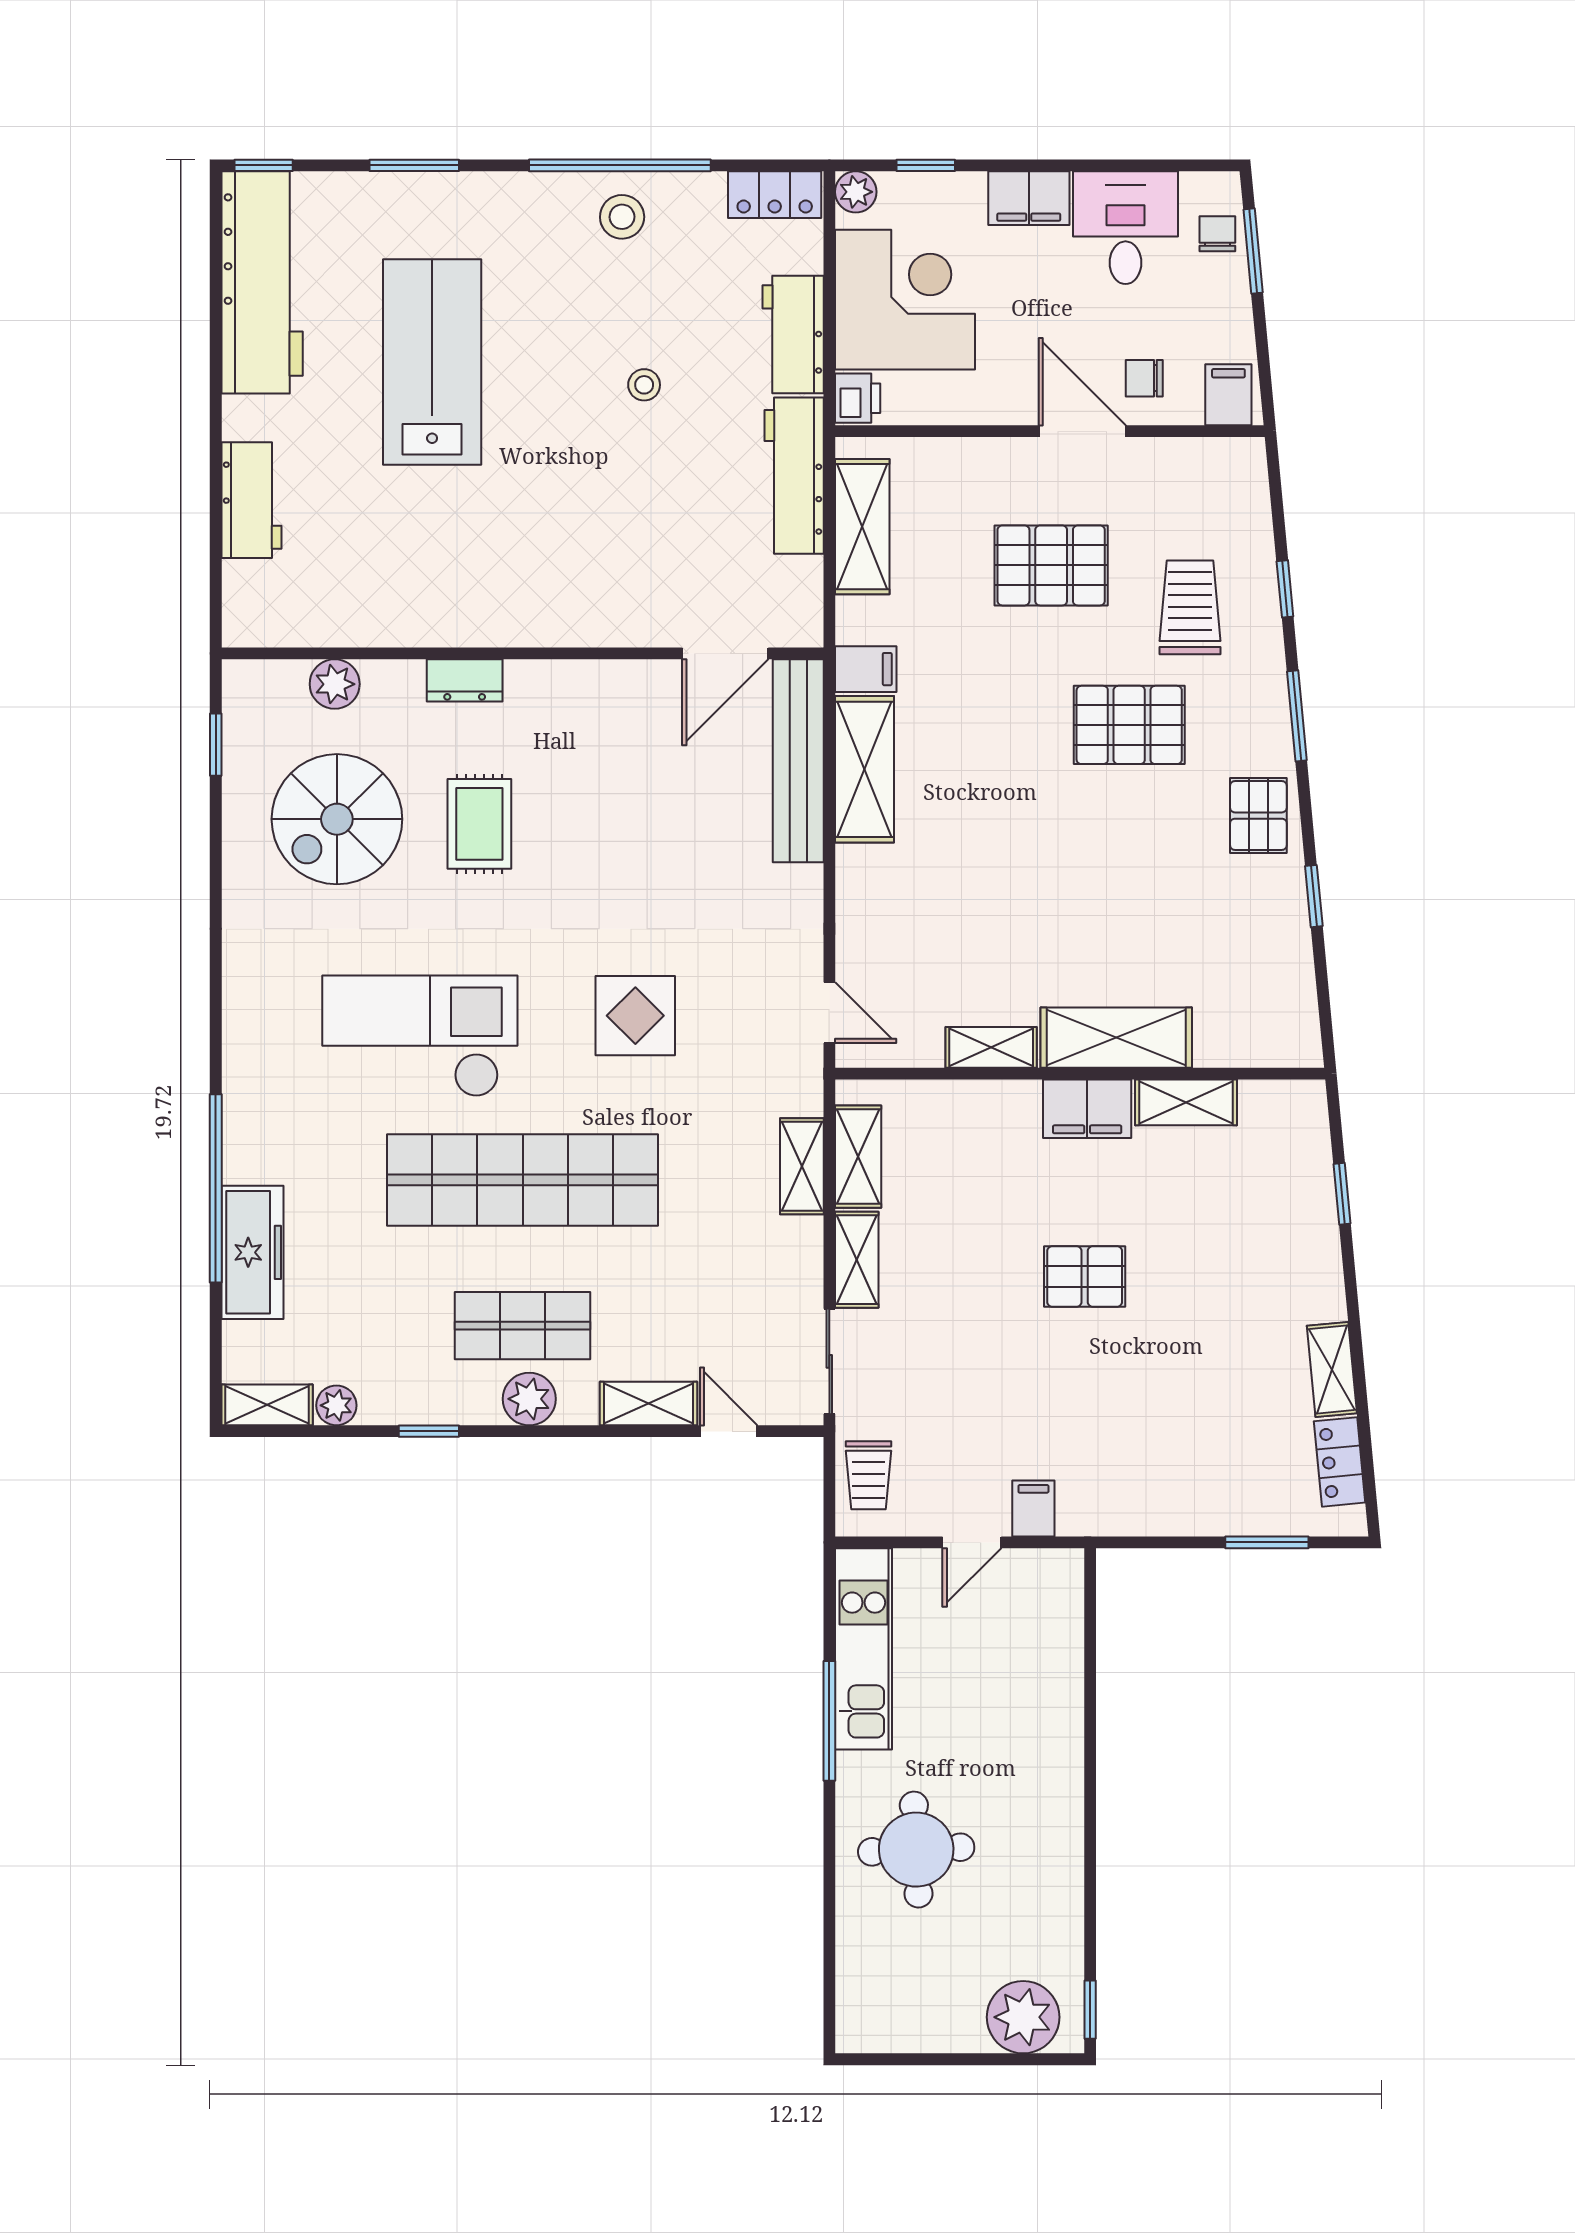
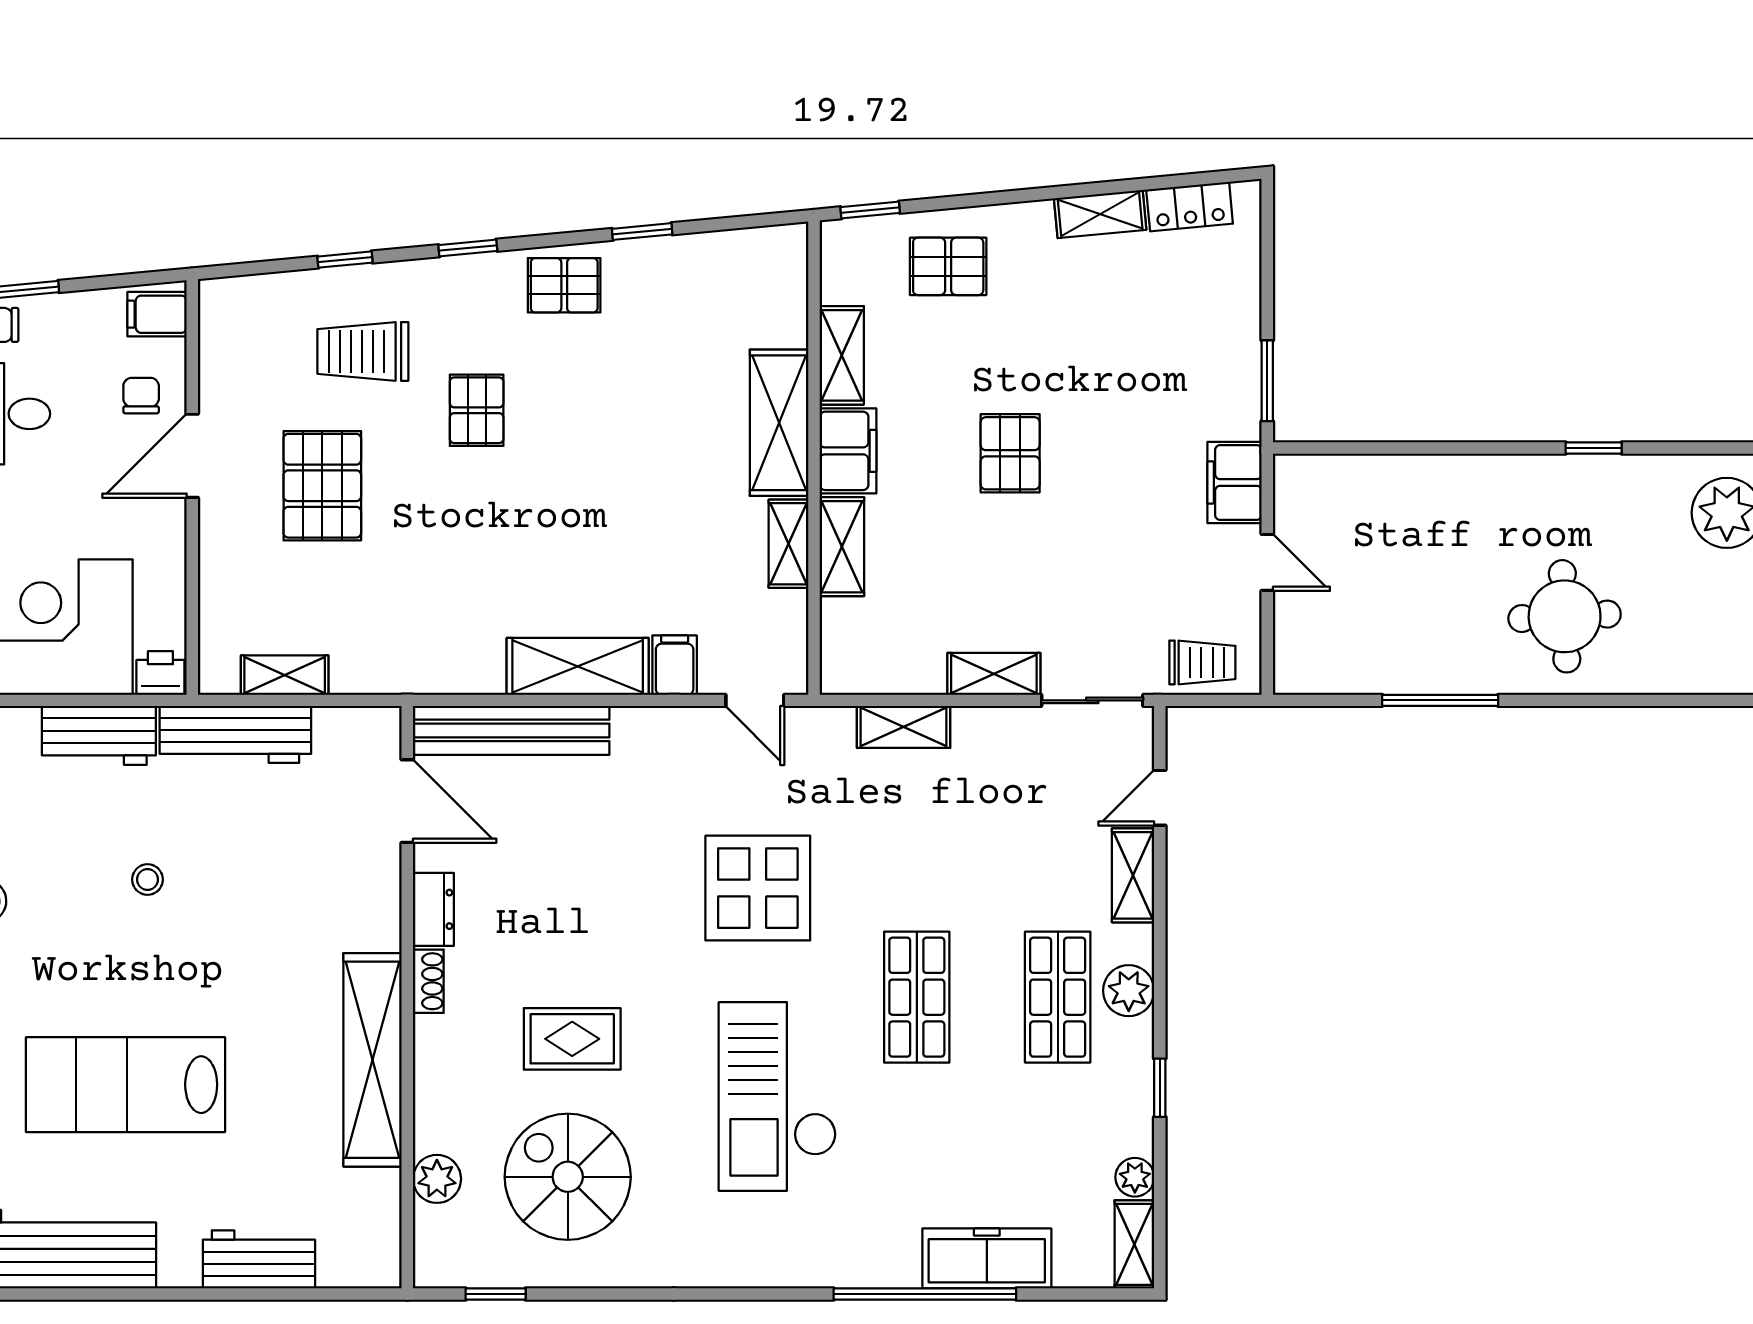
chair: (1144, 378) -> (141, 396), turned 180
shelving: (862, 527) -> (285, 675), width x0.67, depth x0.75
shelving: (458, 617) -> (373, 1060), added
filing cabinet: (866, 669) -> (675, 665), moved
shoe rack: (539, 675) -> (428, 981), added
dresser: (465, 680) -> (433, 909), moved
window: (1297, 716) -> (468, 248), width x0.67
pallet: (1129, 725) -> (477, 410), width x0.67, depth x0.71
shelving: (864, 769) -> (578, 666), moved
spiral stairs: (337, 819) -> (568, 1177), turned 180
door: (829, 1013) -> (755, 700), swing flipped
display table: (635, 1016) -> (758, 888), width x1.36, depth x1.36
shelving: (858, 1157) -> (842, 547), moved, turned 90
shop shelf: (523, 1180) -> (917, 997), width x0.50, depth x0.74
window: (1342, 1194) -> (870, 210), moved
pallet: (1278, 1212) -> (948, 266), added
filing cabinet: (1033, 1508) -> (1235, 483), width x2.00
window: (1267, 1542) -> (1267, 381), moved
kitchen unit: (864, 1649) -> (1370, 667), removed
window: (1090, 2010) -> (1594, 448), moved

